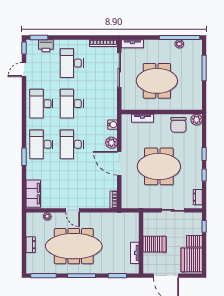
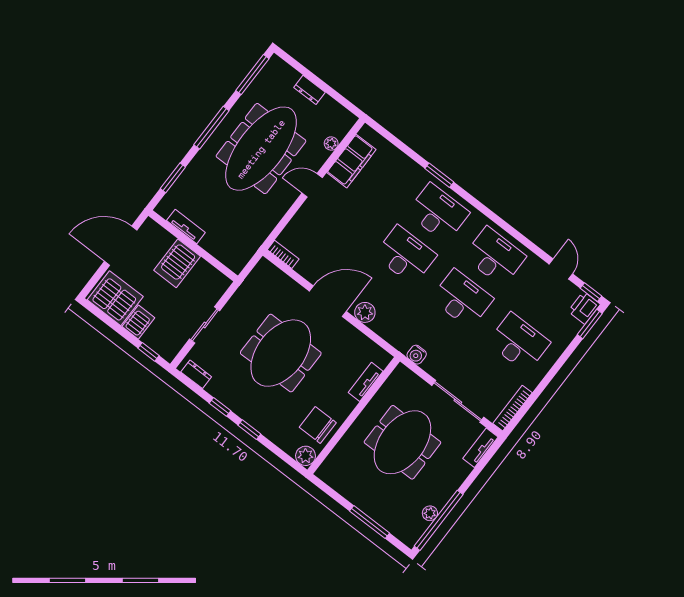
printer: (46, 46) -> (584, 308), moved
water cooler: (113, 125) -> (417, 355), moved
filing cabinet: (33, 194) -> (351, 161), moved, turned -90

